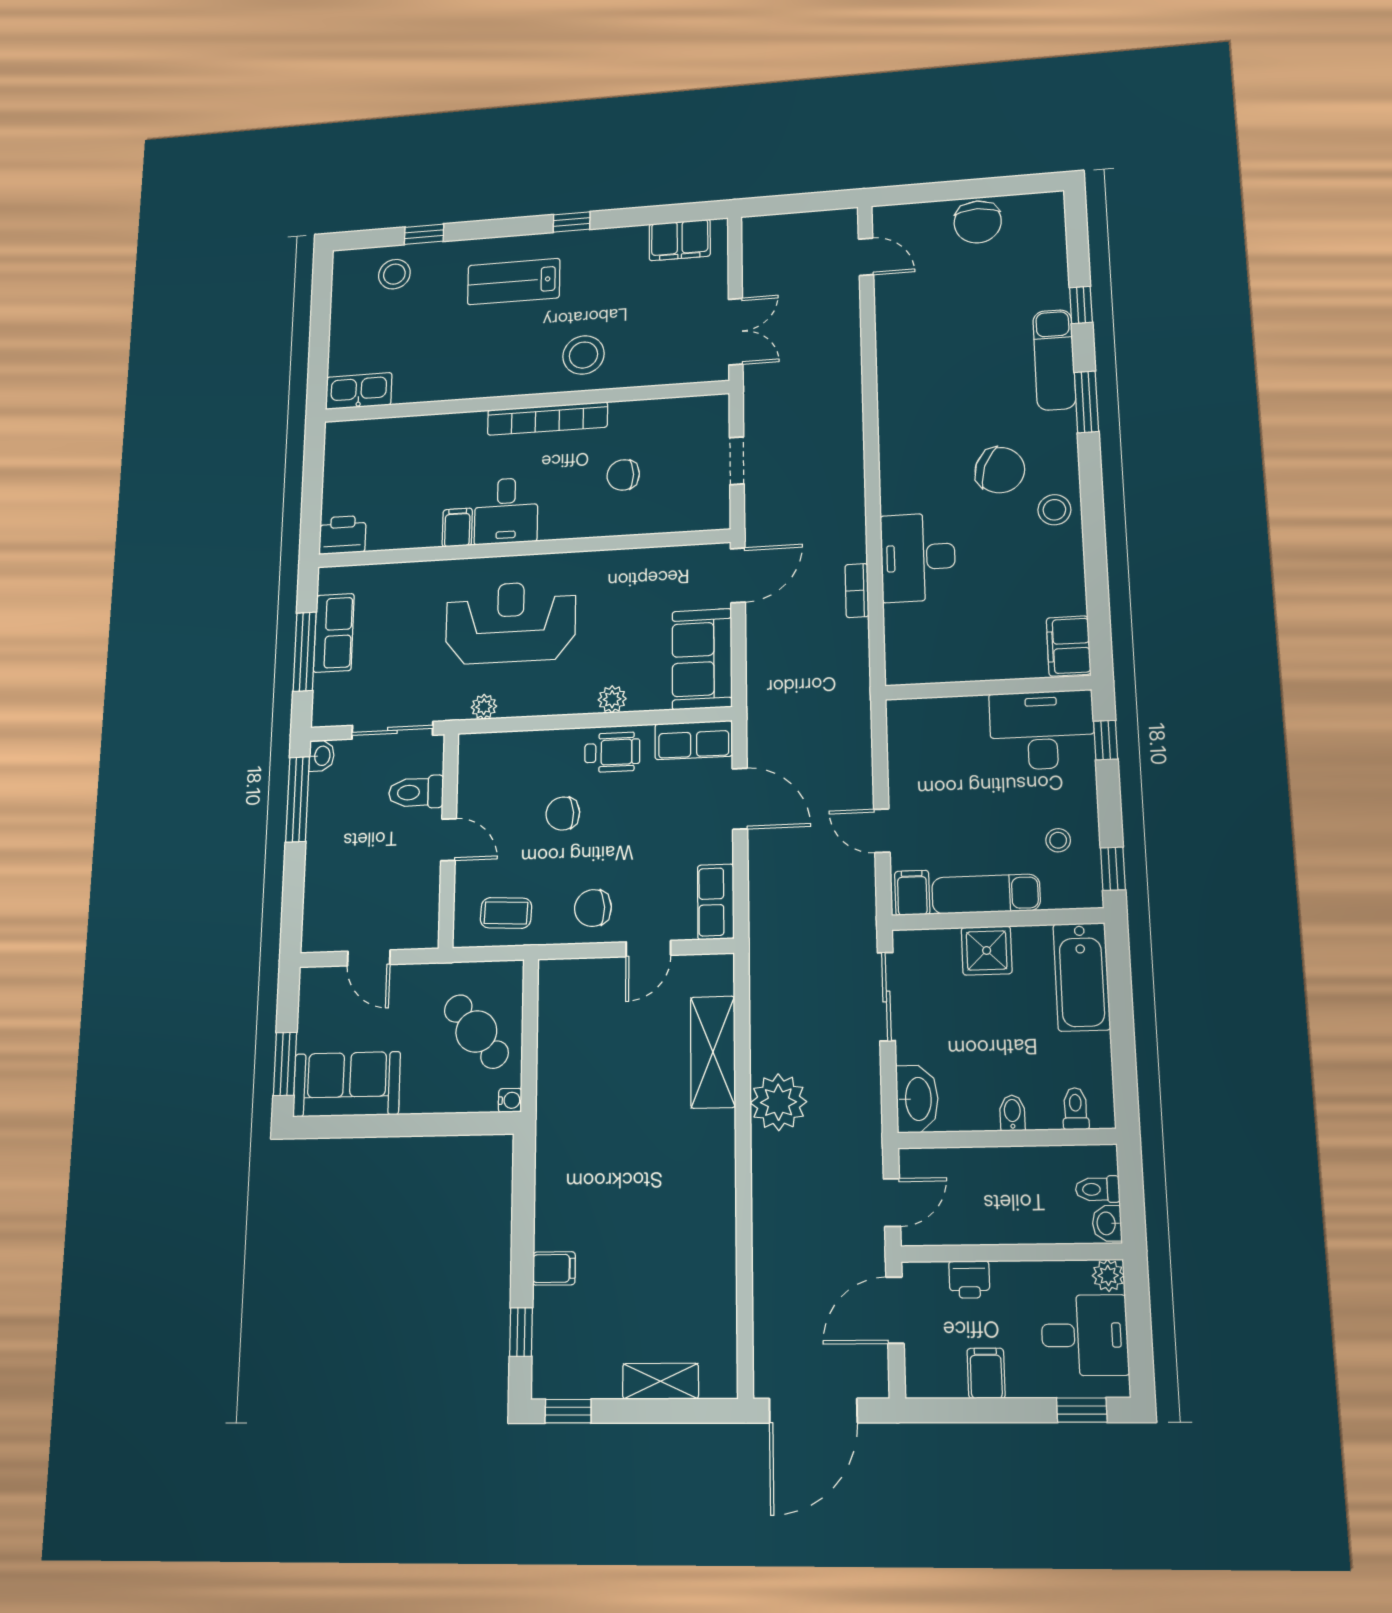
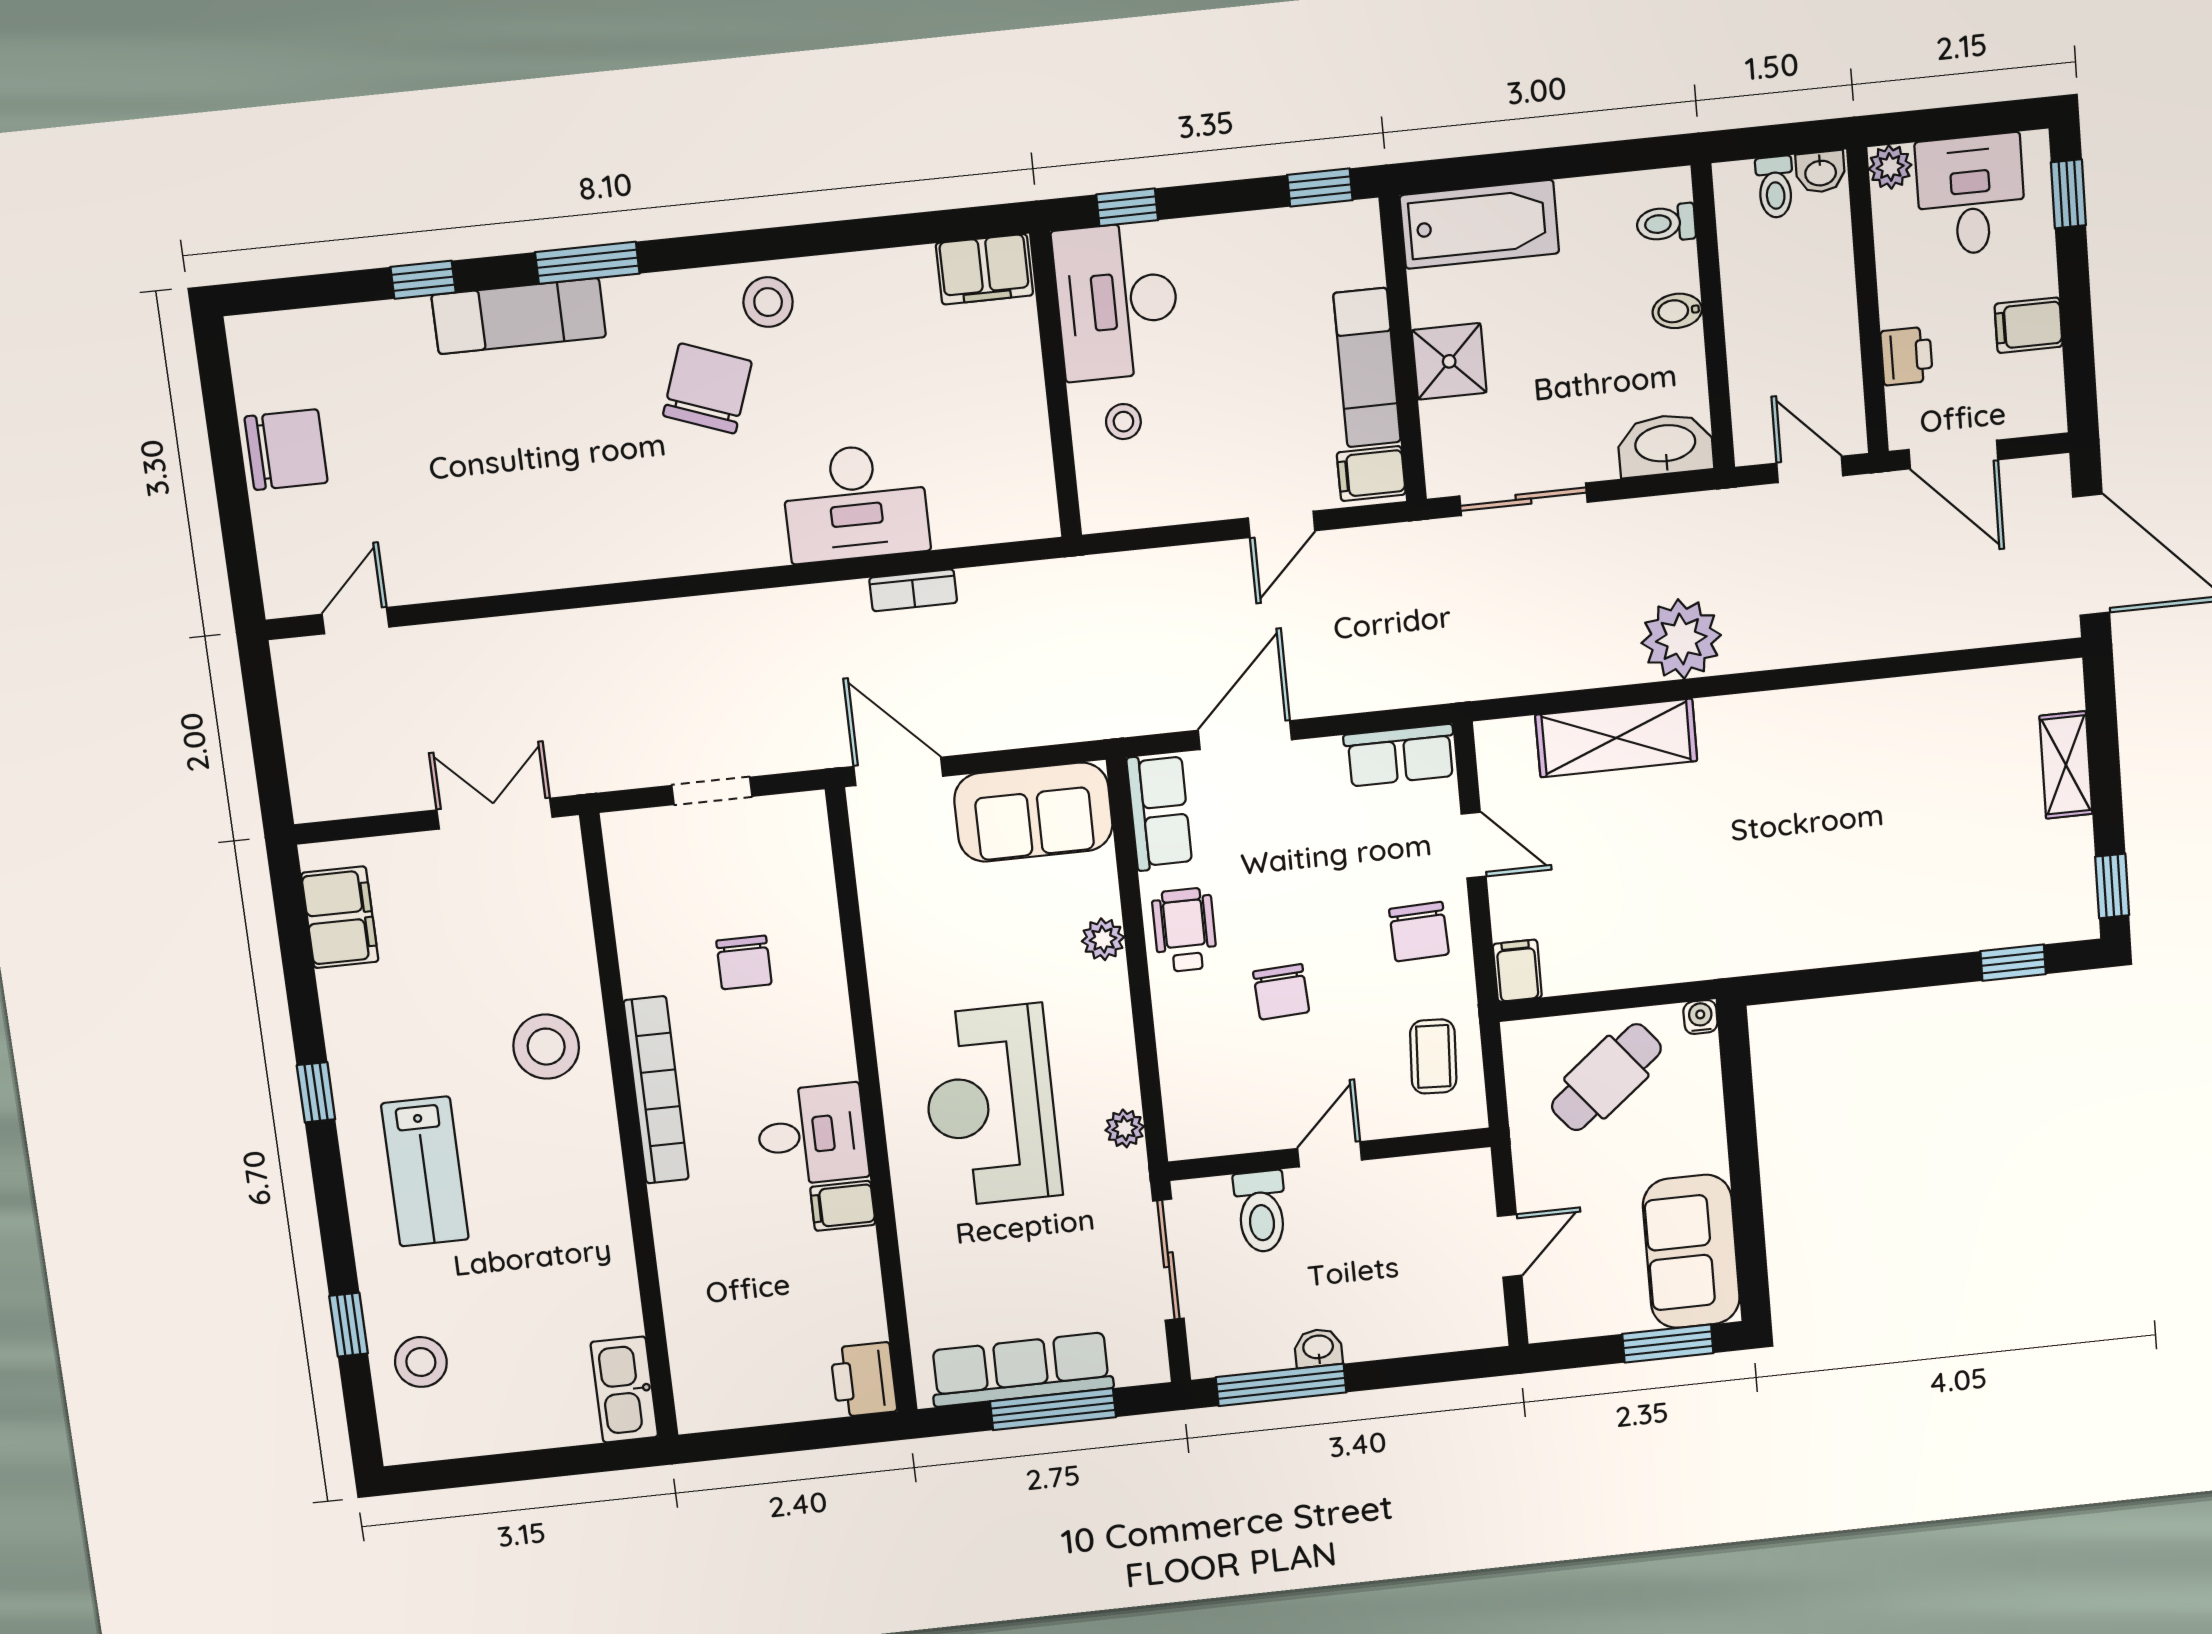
row of seats: (334, 633) -> (1021, 1370), width x1.48
washbasin: (322, 756) -> (1318, 1348), moved
stool: (1058, 840) -> (1123, 422), moved
filing cabinet: (554, 1268) -> (1517, 971), moved

